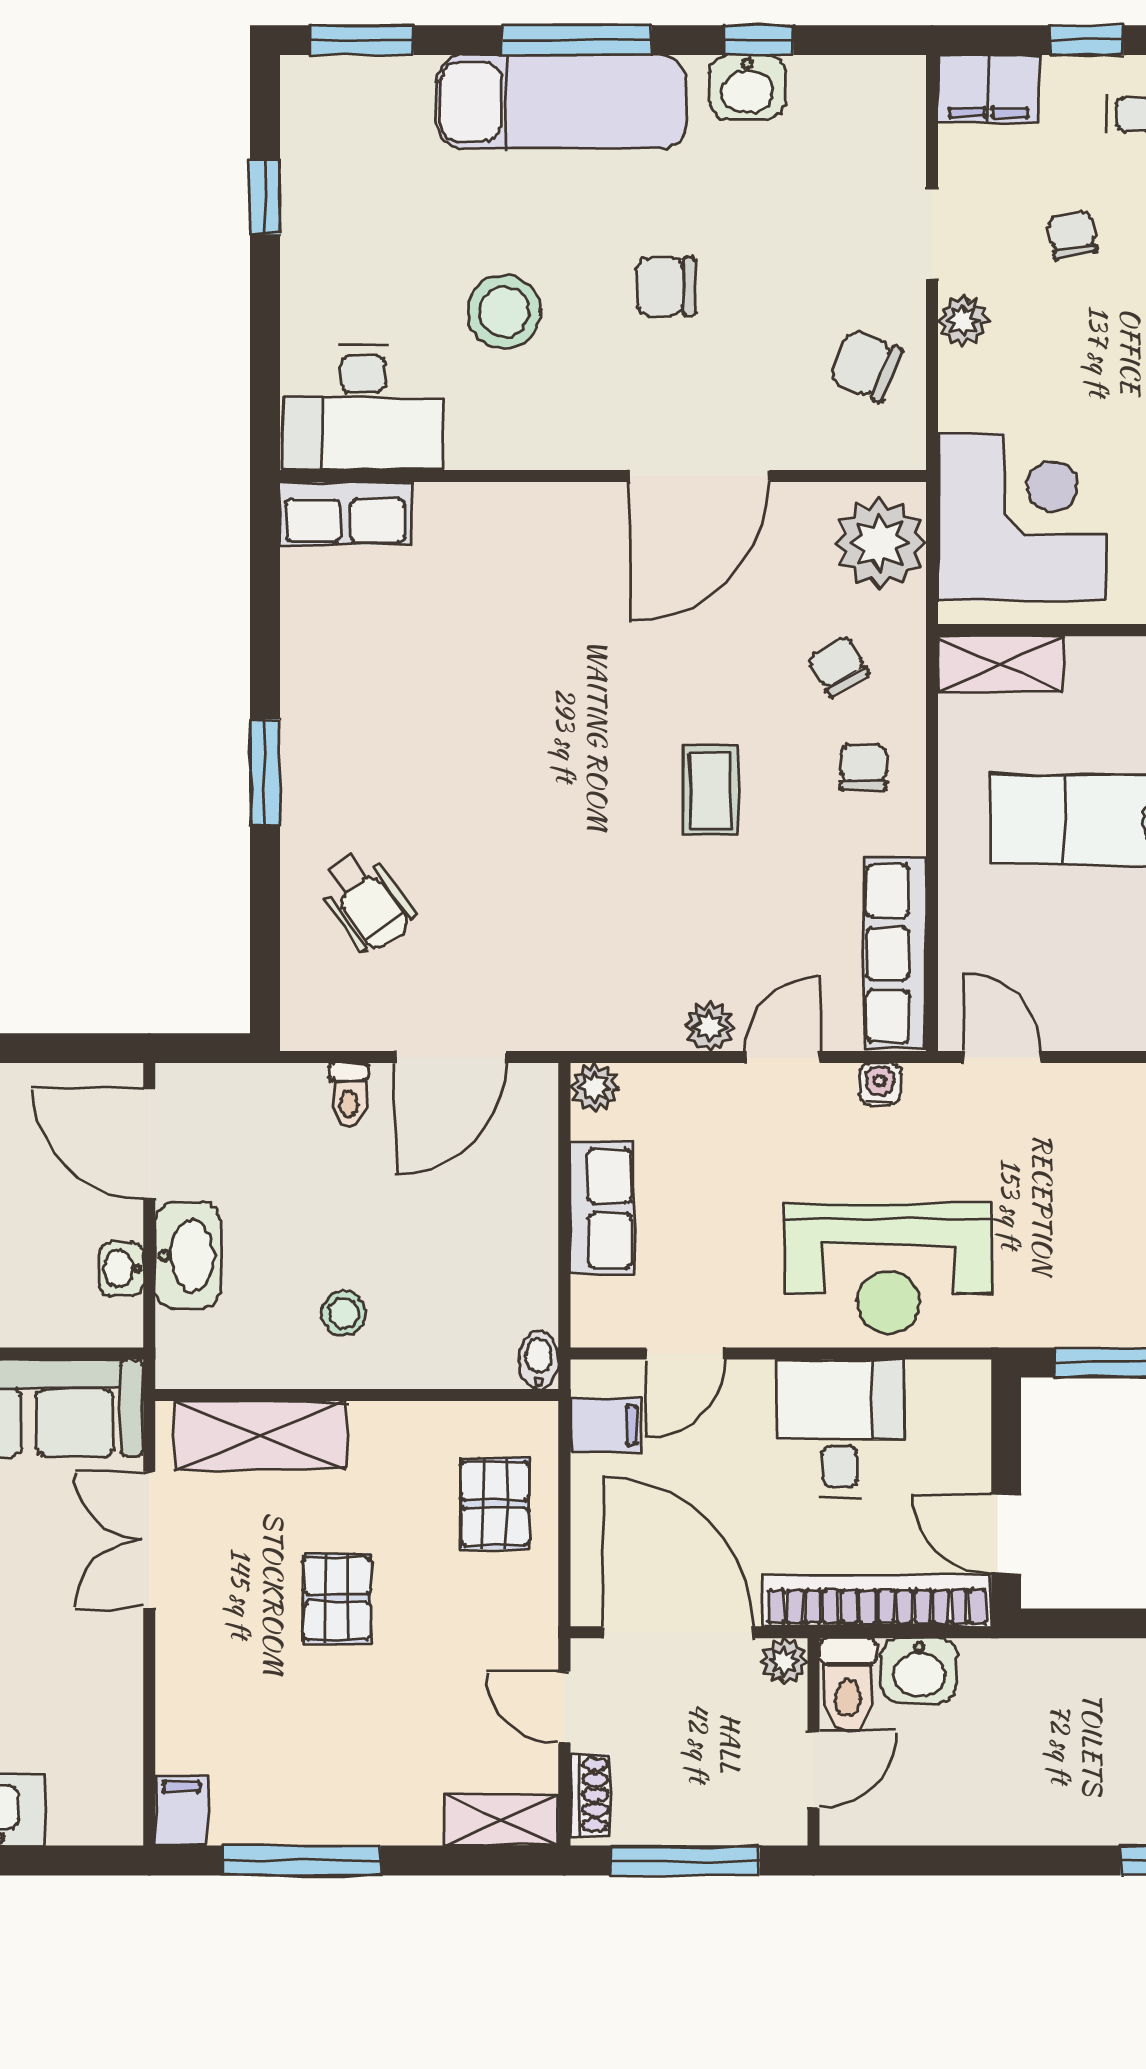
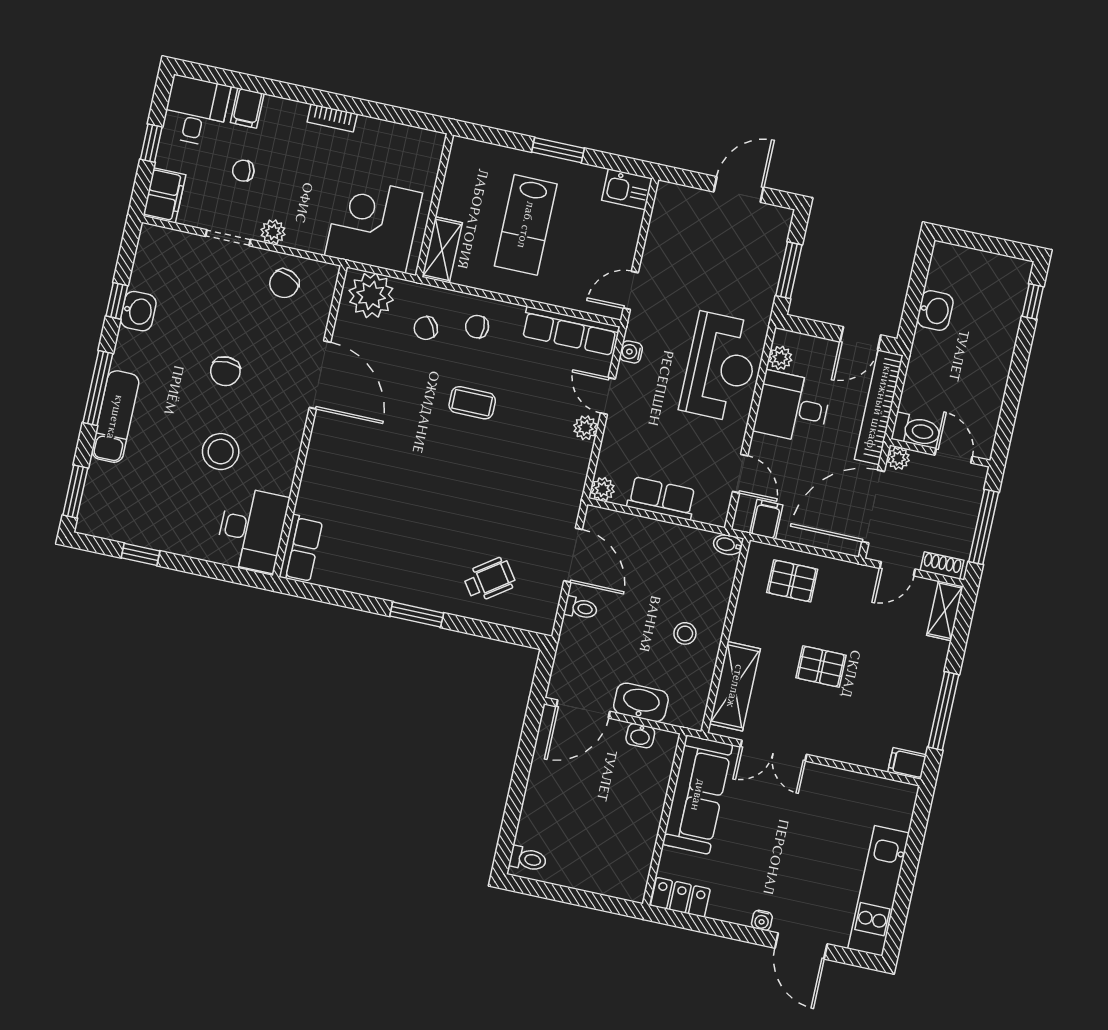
exam couch: (561, 102) -> (115, 417), width x0.73, depth x0.69
plant: (933, 1383) -> (780, 358), added
washbasin: (919, 1670) -> (935, 310), moved

